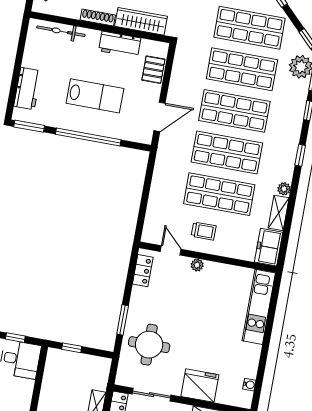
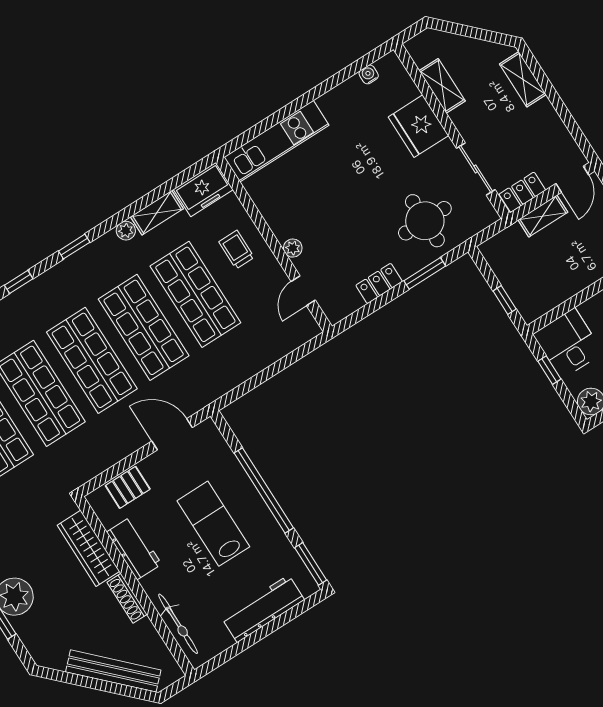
workbench: (27, 89) -> (263, 609), width x1.38
trolley: (204, 231) -> (236, 250), moved
locker: (143, 271) -> (379, 283), moved

